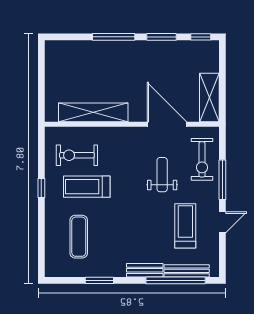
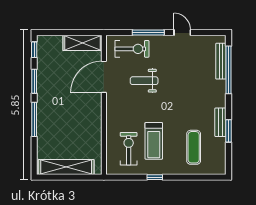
shelving: (93, 112) -> (66, 167), moved, turned 90
exercise bike: (77, 155) -> (129, 149), turned 180
treadmill: (185, 226) -> (185, 62), removed
exercise mat: (79, 237) -> (194, 147), turned 90
bench: (145, 270) -> (220, 122), moved

